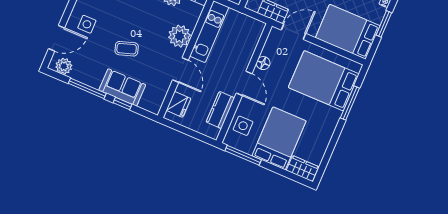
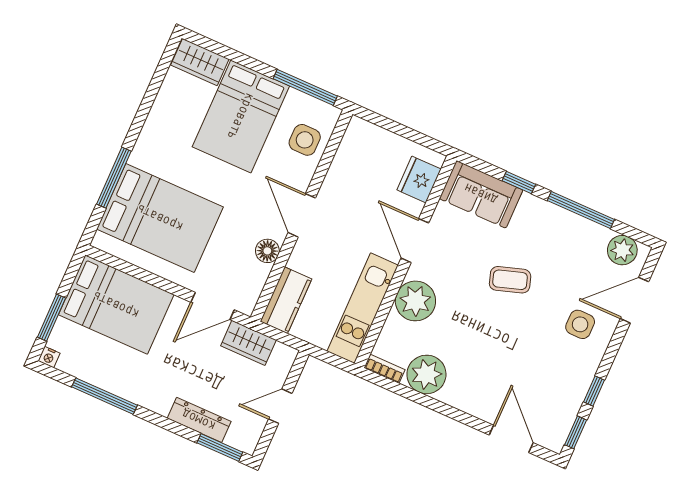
sofa: (122, 87) -> (481, 194), moved
kitchen counter: (220, 110) -> (286, 300), moved

